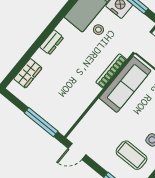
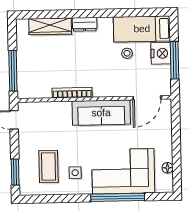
bookcase: (111, 71) -> (72, 93), moved
wardrobe: (28, 73) -> (50, 26), width x1.50

